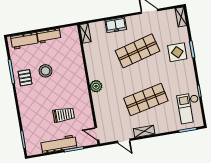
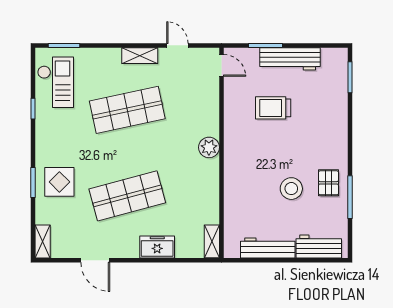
workbench: (49, 36) -> (268, 248), width x1.38

